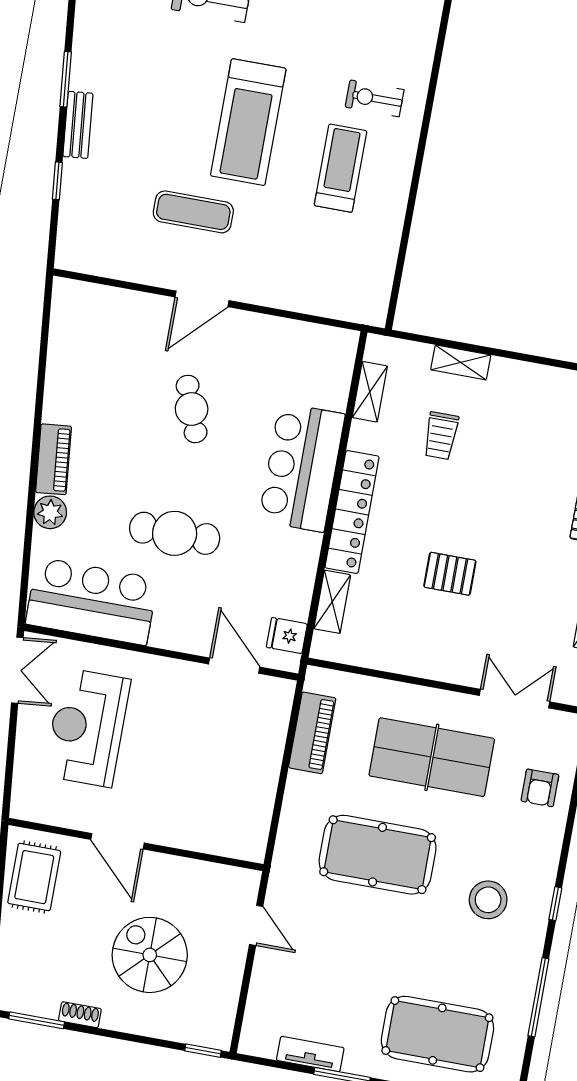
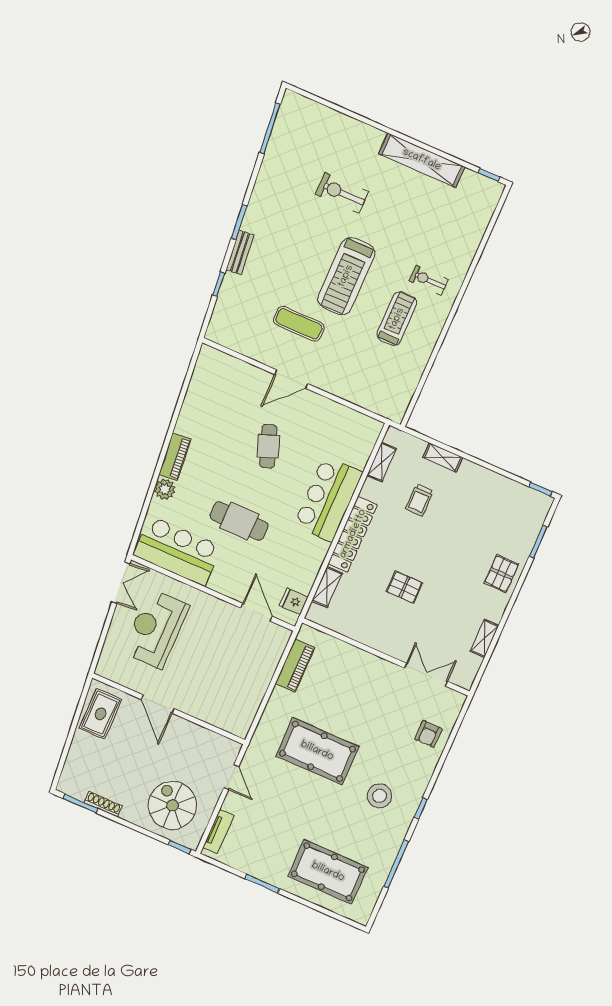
table tennis table: (432, 757) -> (366, 699), removed
spiral stairs: (150, 955) -> (172, 805), moved
shoe rack: (80, 1015) -> (103, 804), width x1.43
tv unit: (310, 1054) -> (218, 832), moved, turned 90

